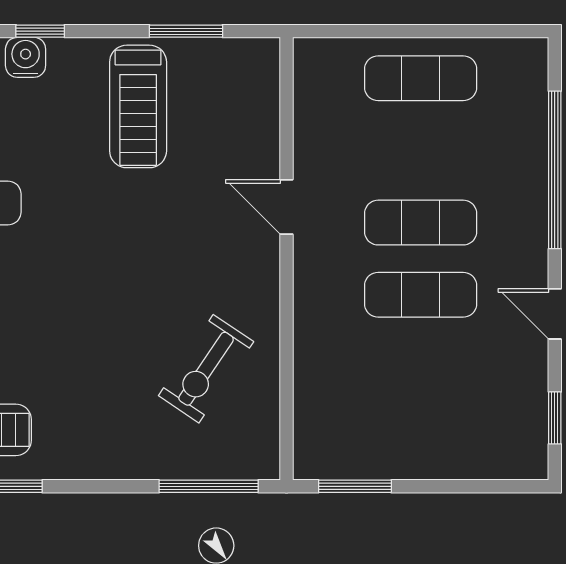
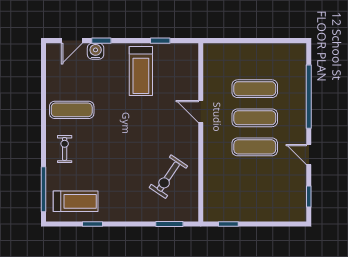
window: (186, 31) -> (160, 41), width x0.67
exercise mat: (421, 78) -> (255, 89), moved
window: (209, 486) -> (169, 224), width x0.69
window: (355, 486) -> (228, 224), width x0.67

